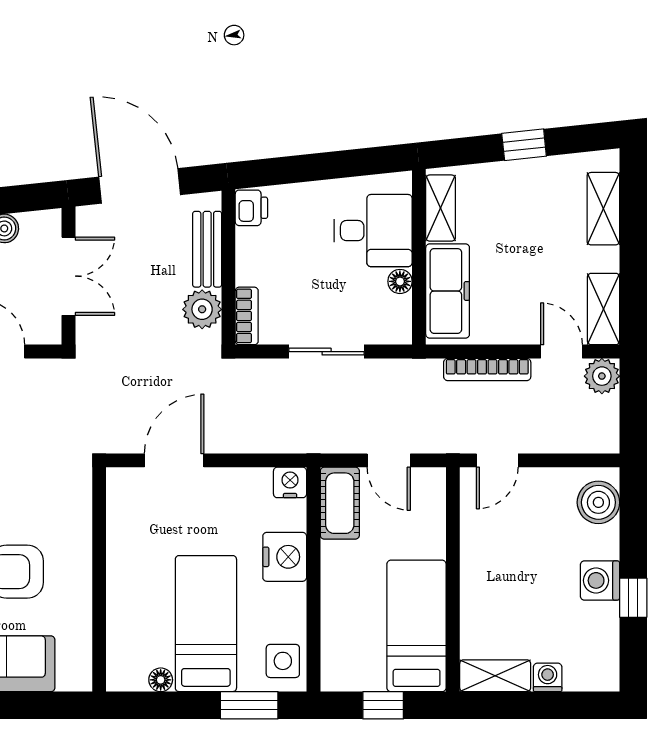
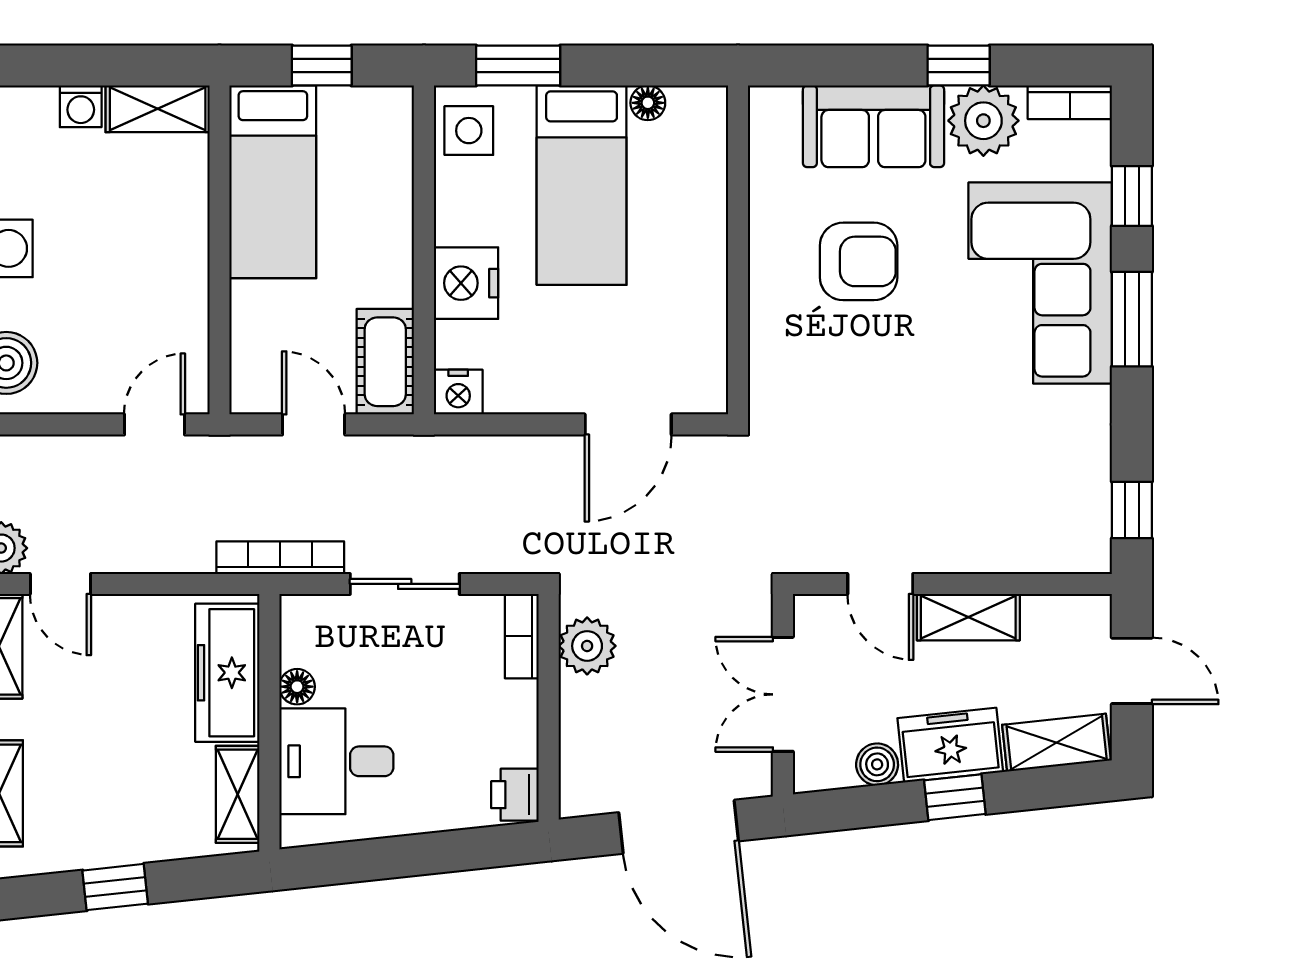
bench: (207, 249) -> (580, 734), removed
bookcase: (487, 369) -> (280, 558), moved

